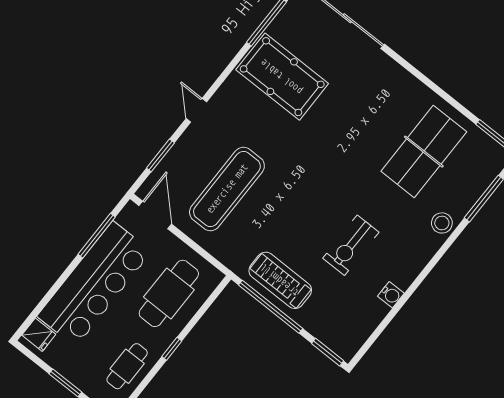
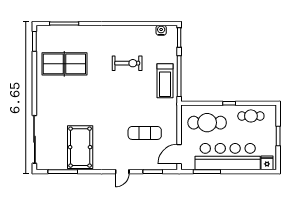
exercise mat: (227, 189) -> (145, 133), width x0.73, depth x0.69
stool: (442, 223) -> (88, 33), removed
water cooler: (391, 295) -> (161, 30), moved

